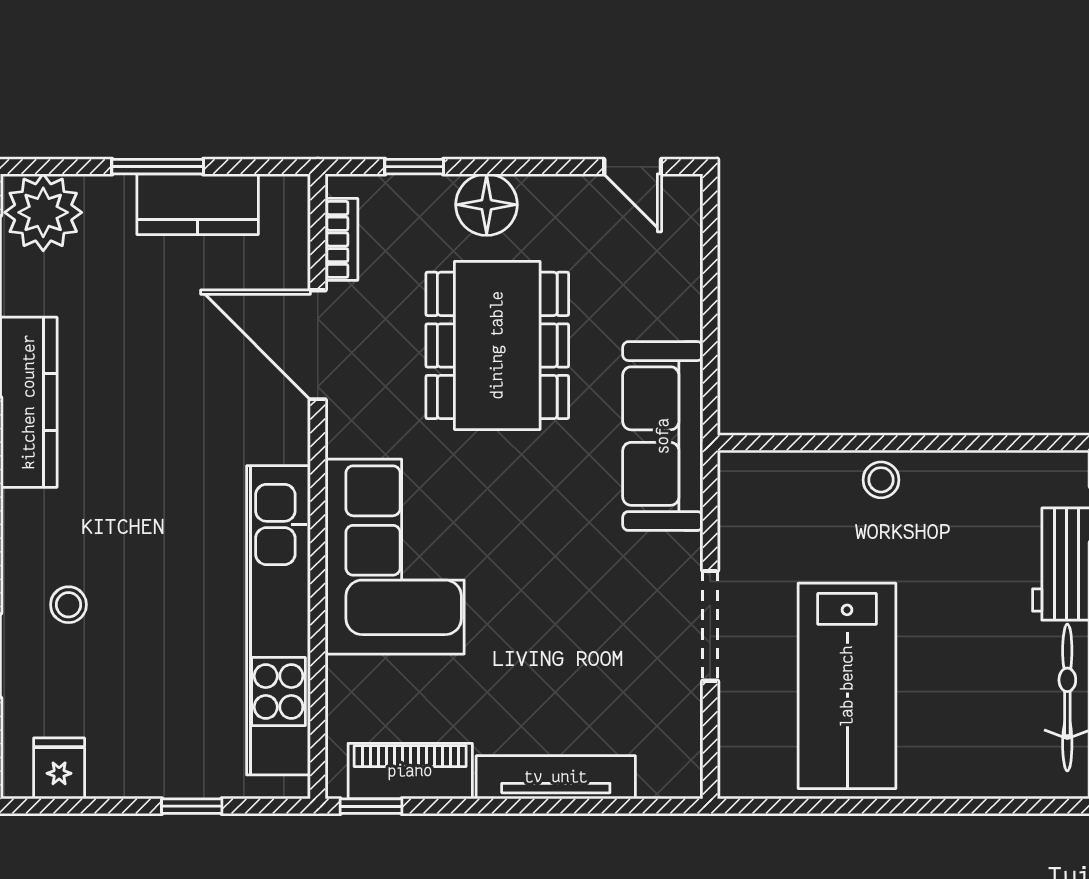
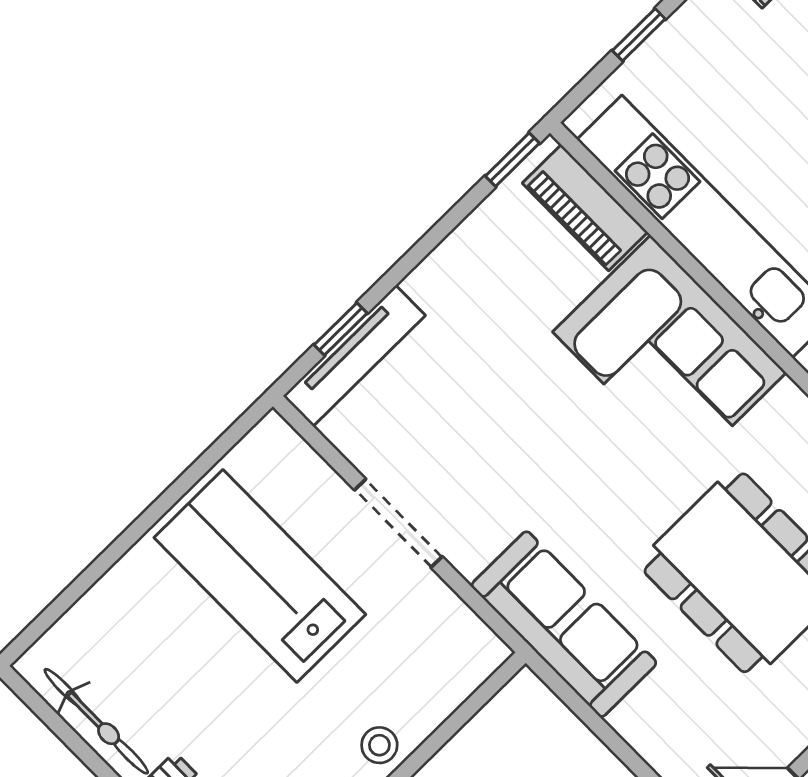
piano: (410, 771) -> (585, 208), moved, turned 90
tv unit: (556, 777) -> (354, 356), moved
window: (614, 806) -> (341, 329), added

